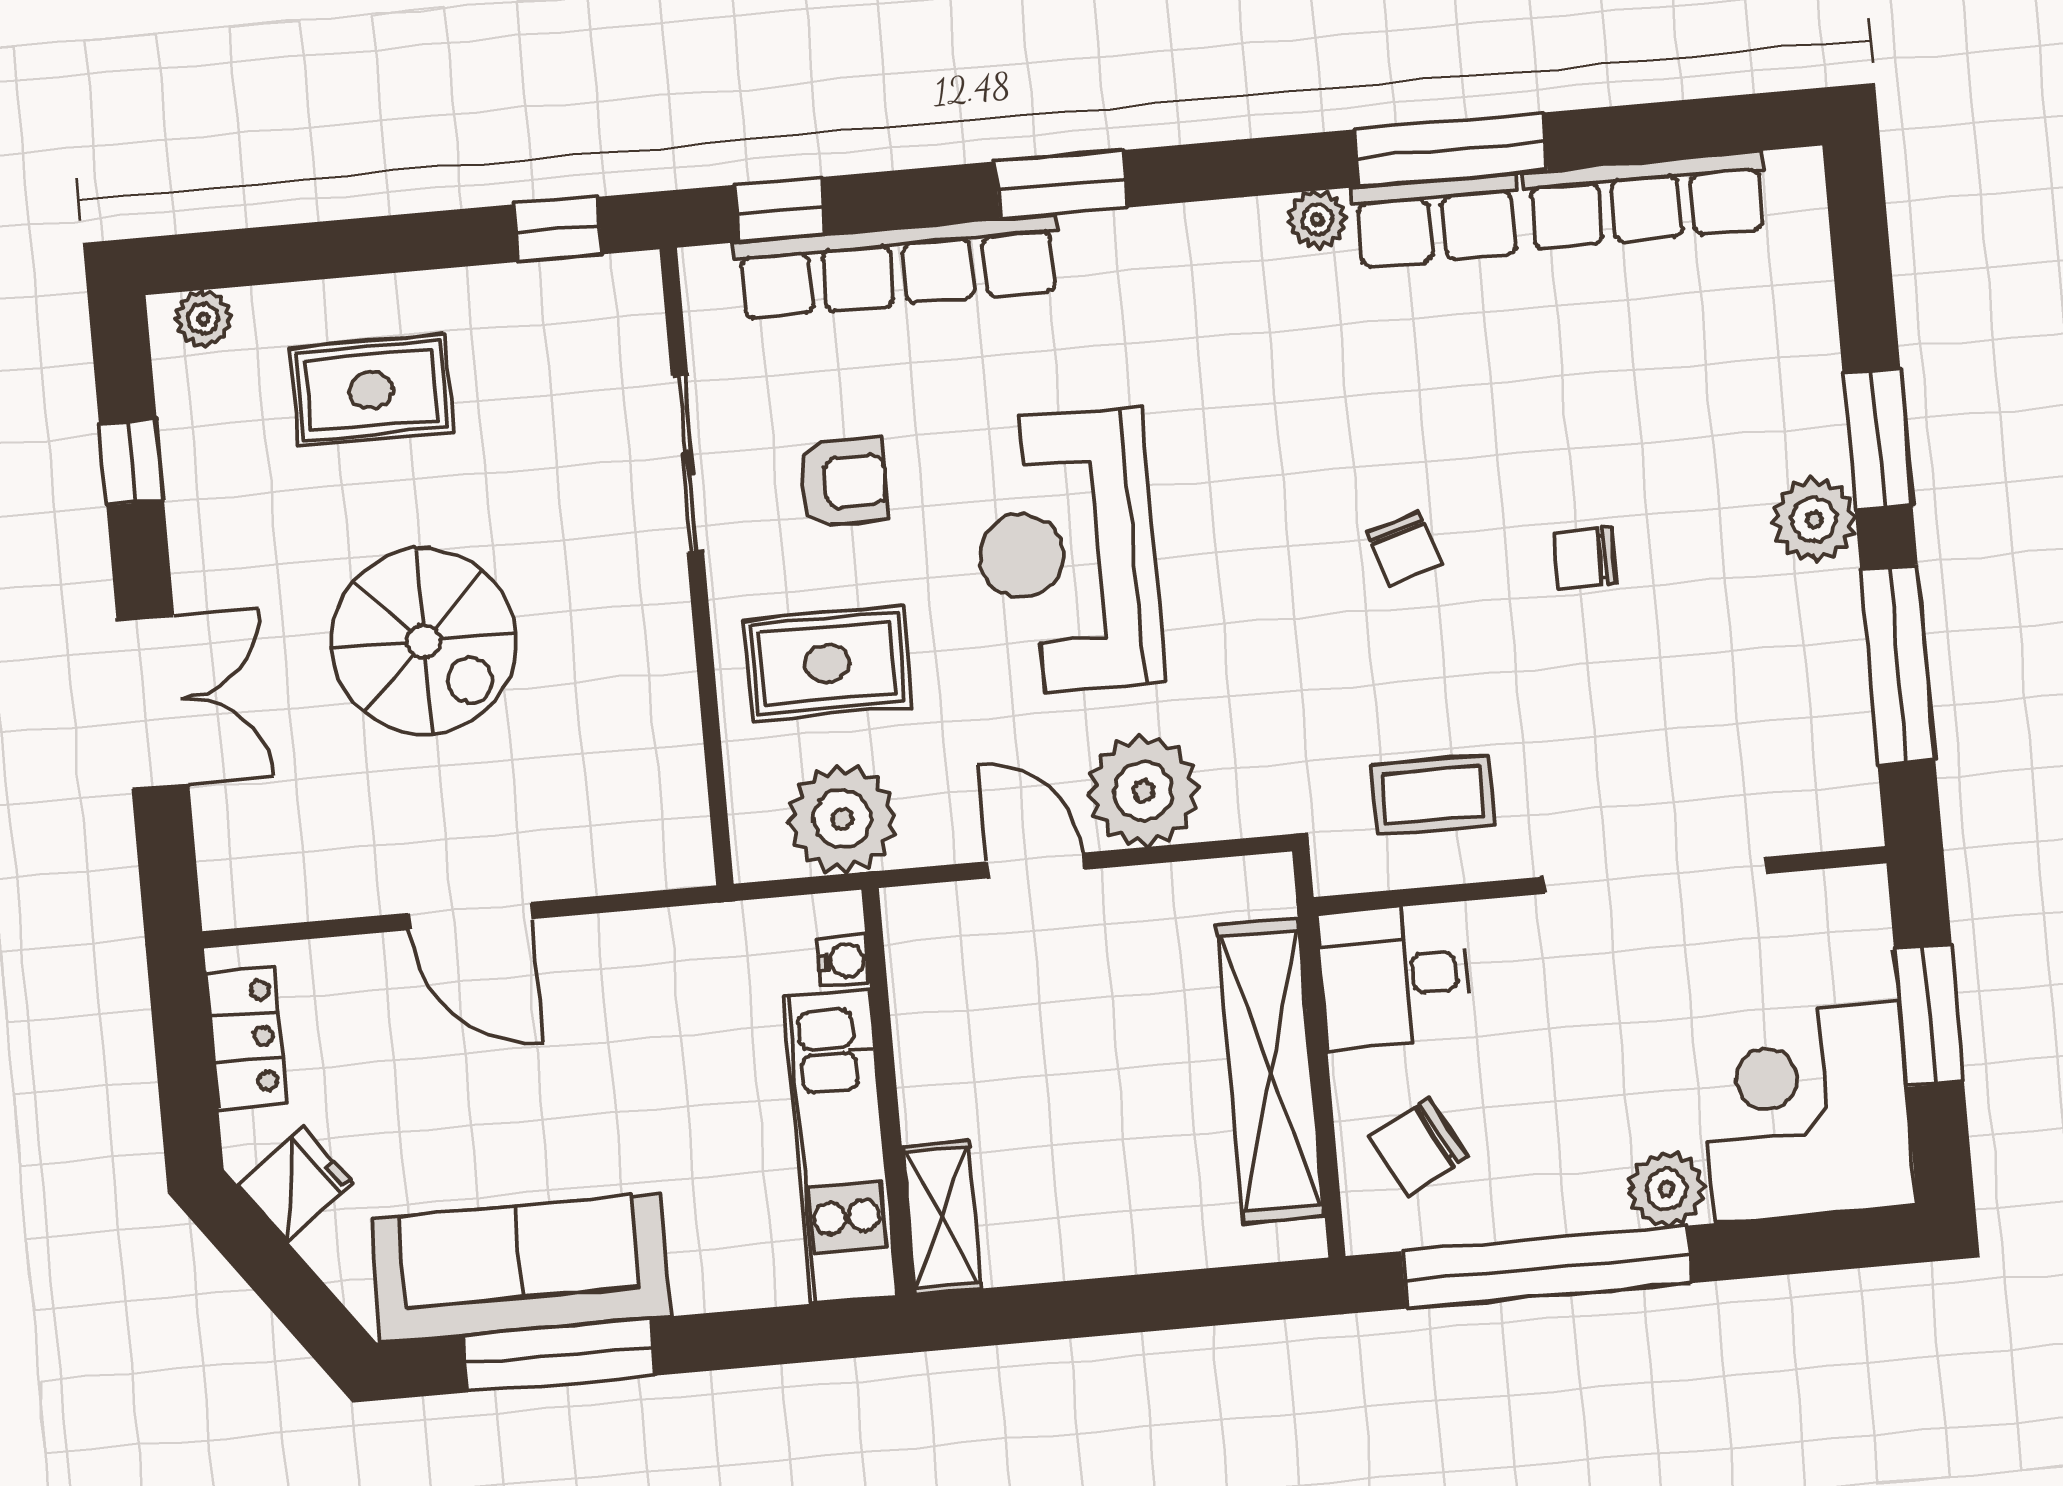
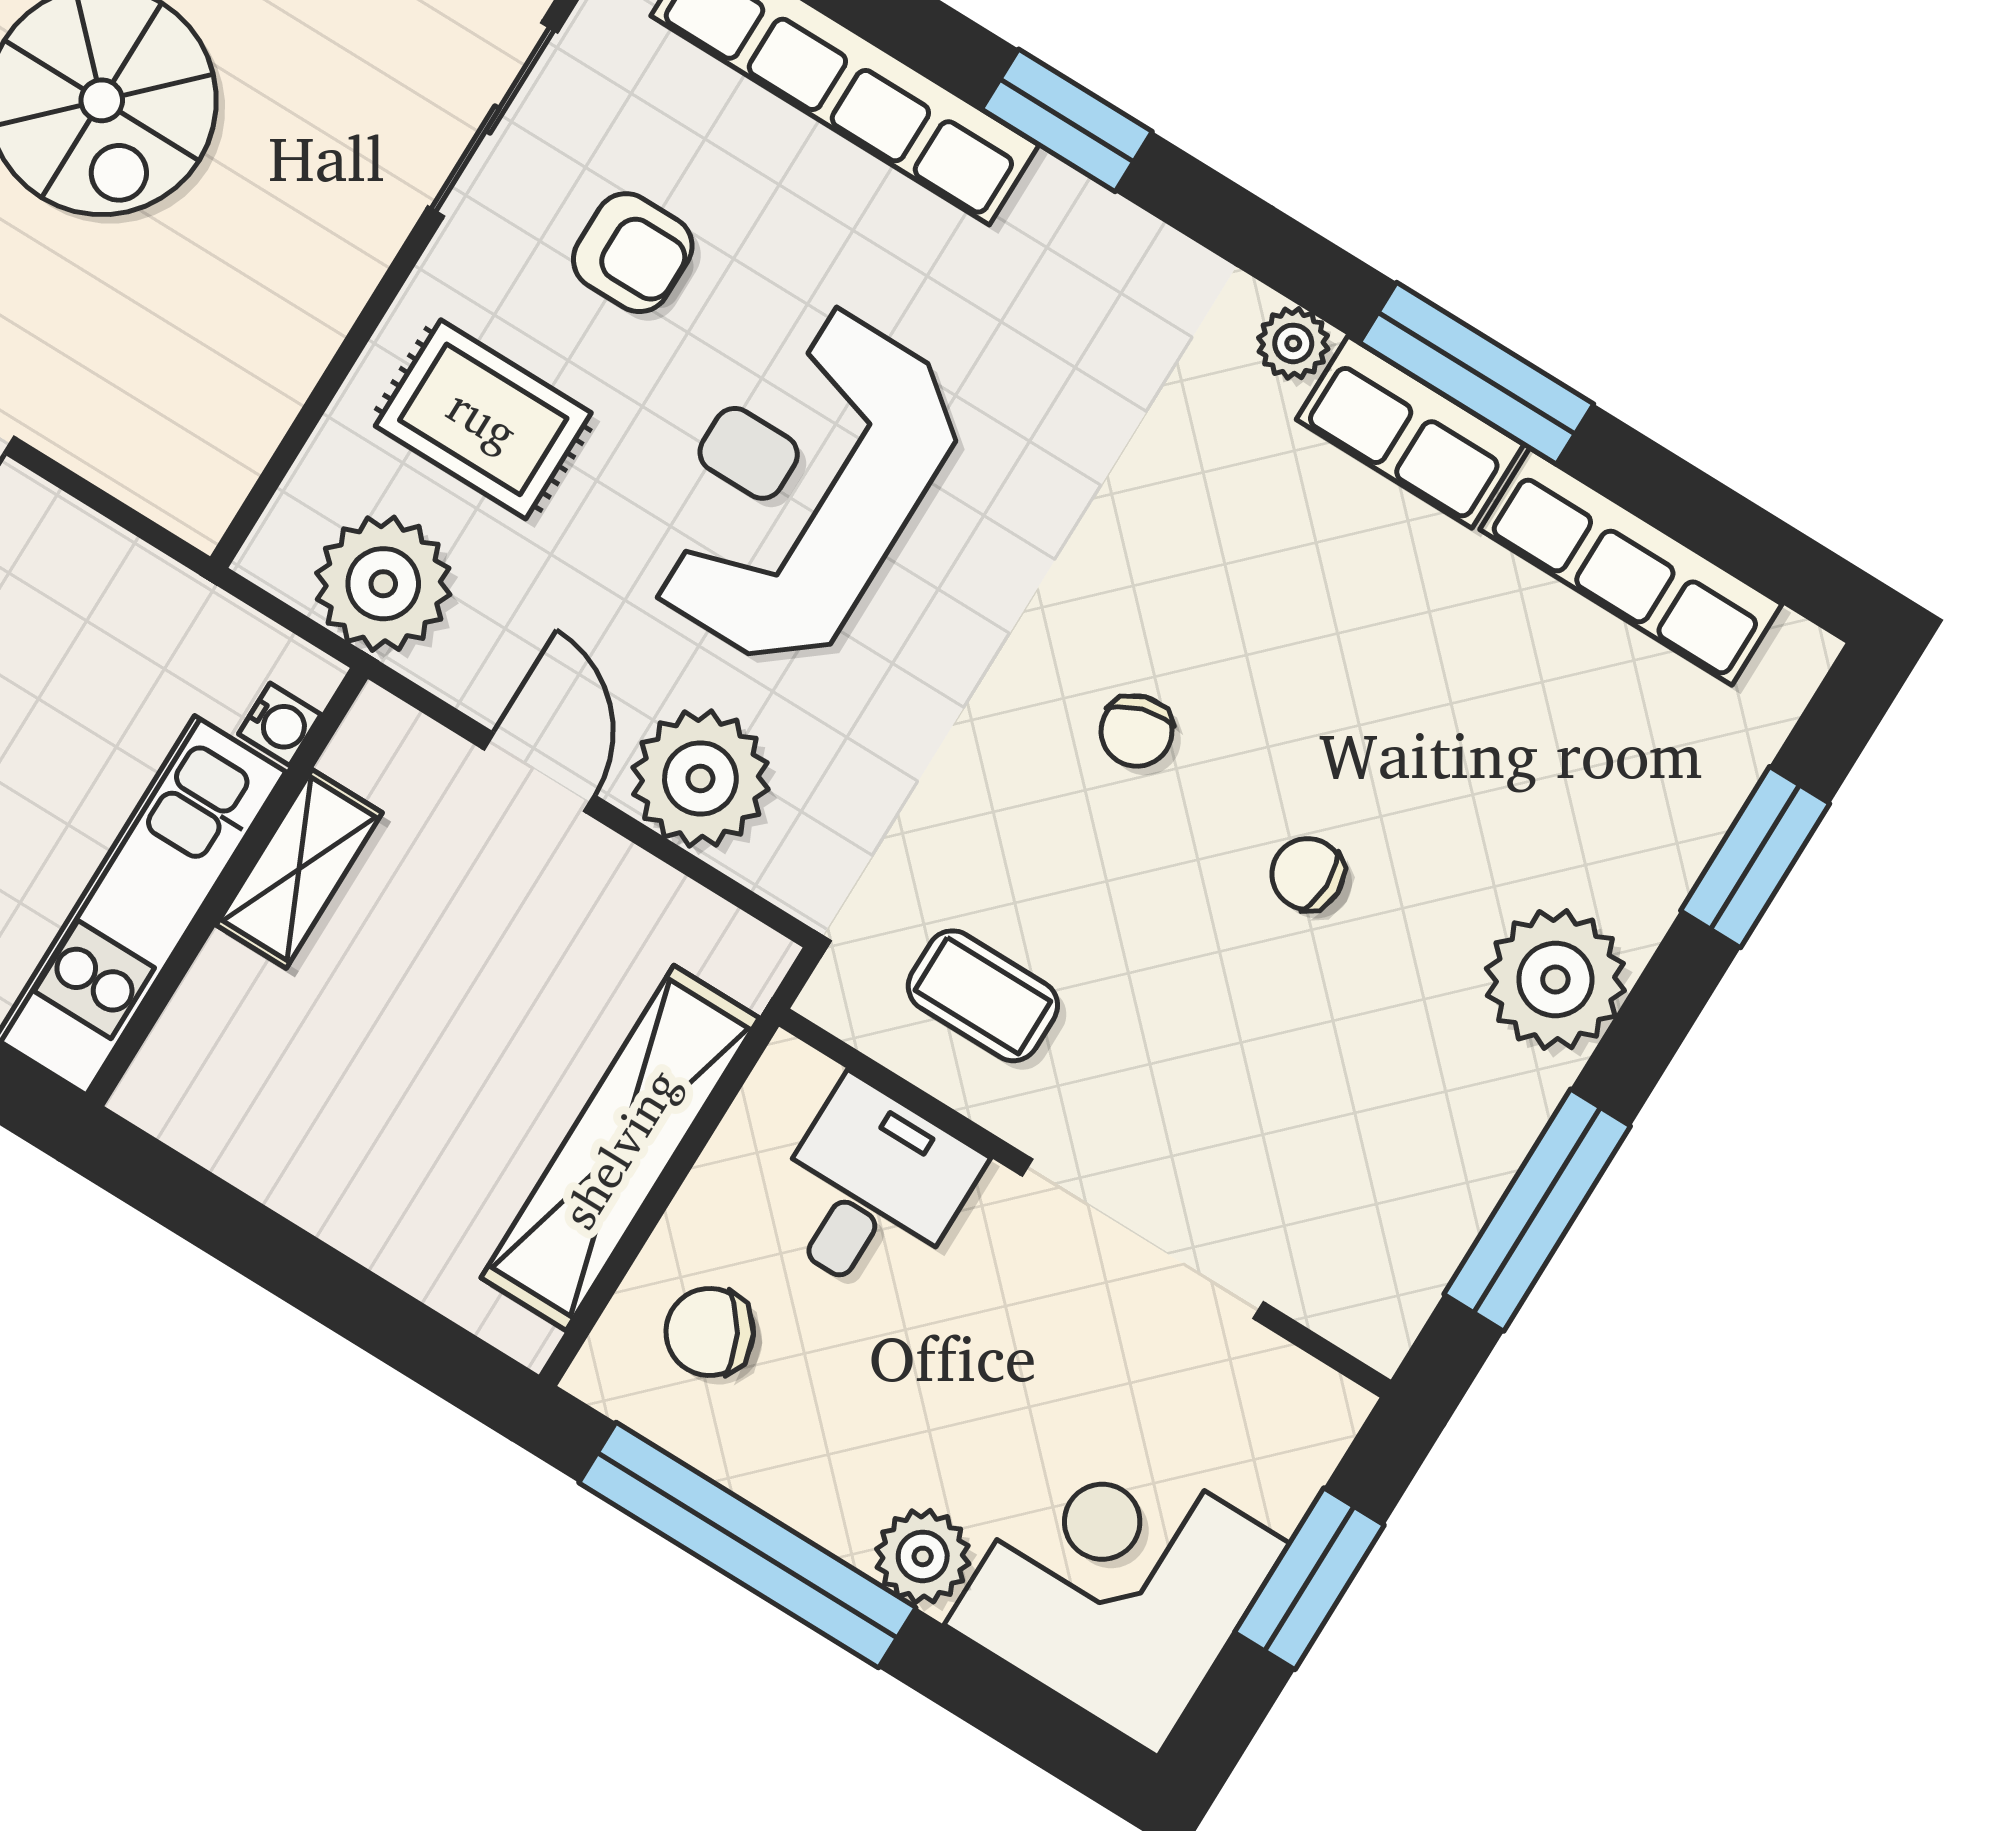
window: (1878, 439) -> (1755, 857), moved
plant: (1814, 520) -> (1555, 980), width x1.36, depth x1.36
desk: (1395, 976) -> (871, 1191), moved, turned 90
shelving: (942, 1217) -> (299, 869), moved

